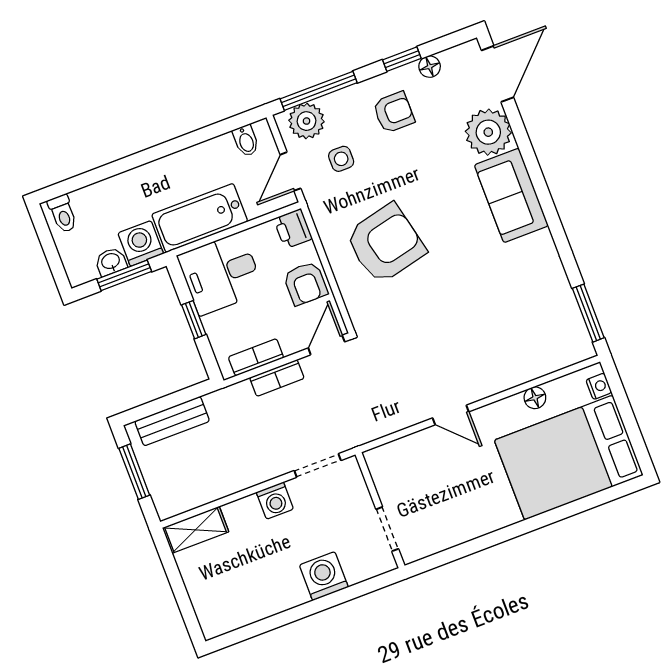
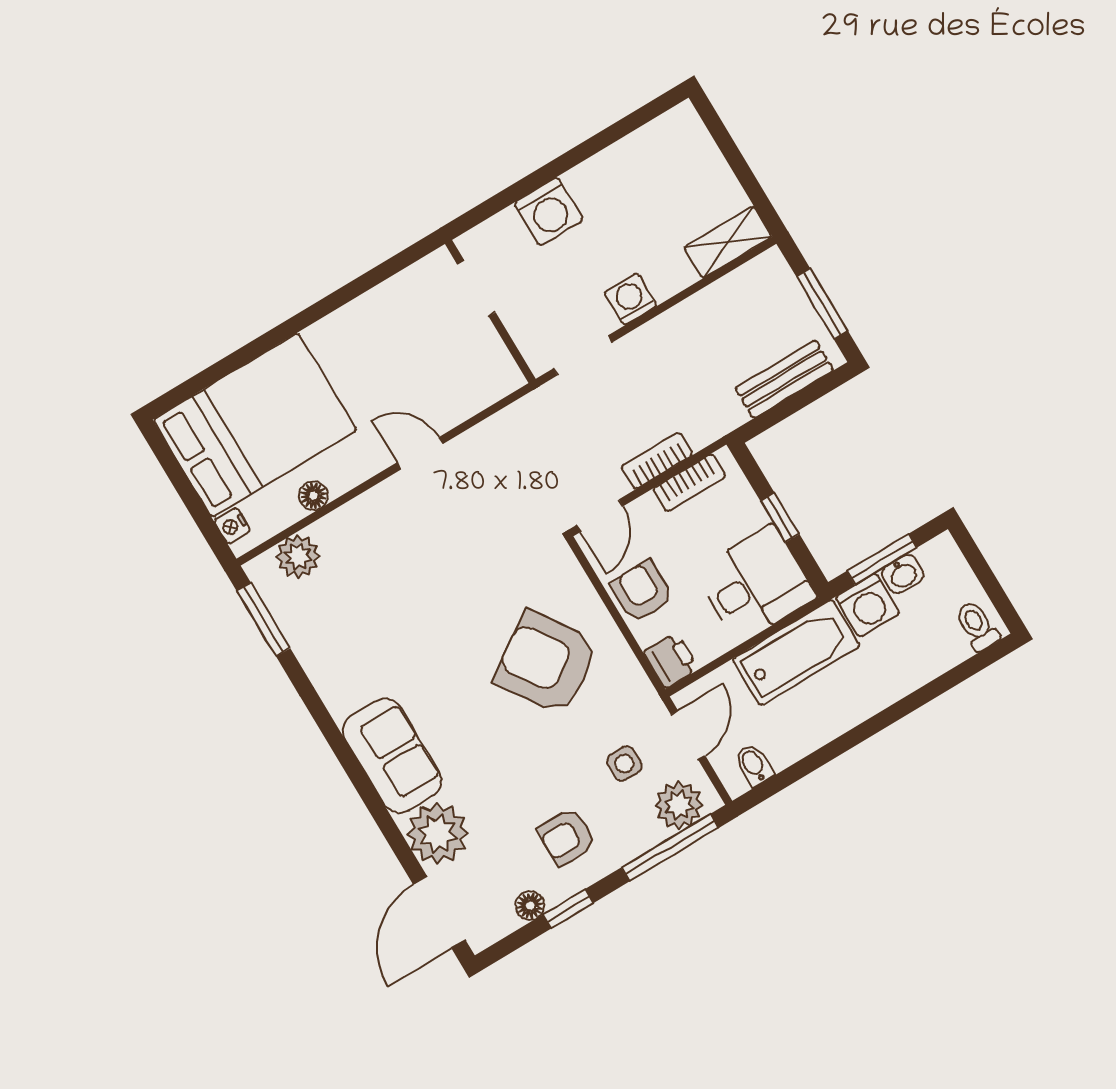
armchair: (385, 244) -> (546, 663), turned 69
plant: (554, 355) -> (298, 556), added

